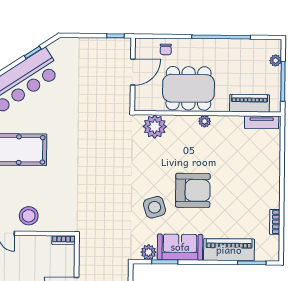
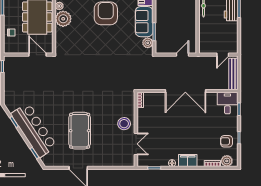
door: (133, 72) -> (38, 55), moved
plant: (155, 127) -> (63, 19), moved
side table: (155, 207) -> (117, 39), removed

